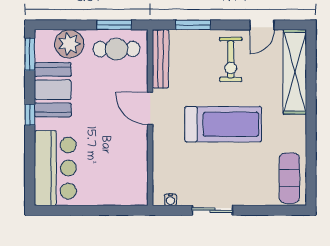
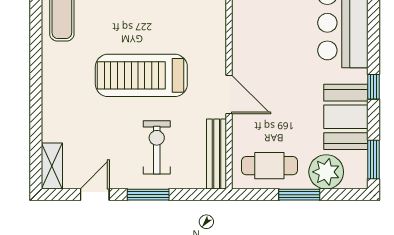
window: (114, 25) -> (299, 195), moved
window: (193, 25) -> (148, 195), moved
exercise bike: (231, 59) -> (157, 147), moved
shelving: (295, 72) -> (52, 166), width x0.45, depth x0.75

